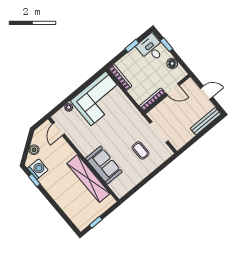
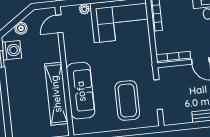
coffee table: (140, 150) -> (127, 101), width x1.86, depth x1.72
sofa: (104, 165) -> (81, 91), width x1.36

